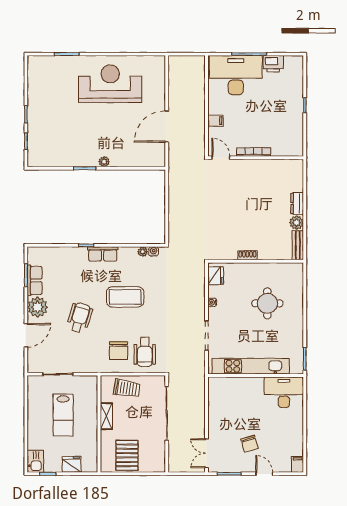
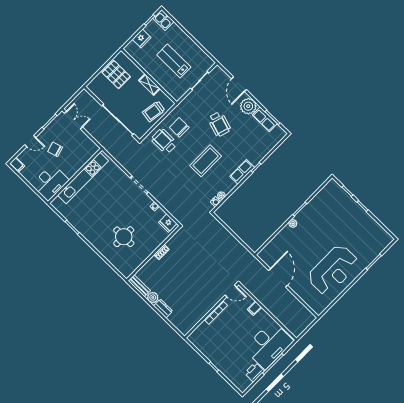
kitchen unit: (251, 366) -> (83, 178), moved
wall: (256, 375) -> (75, 176), moved
desk: (284, 392) -> (50, 182), moved

